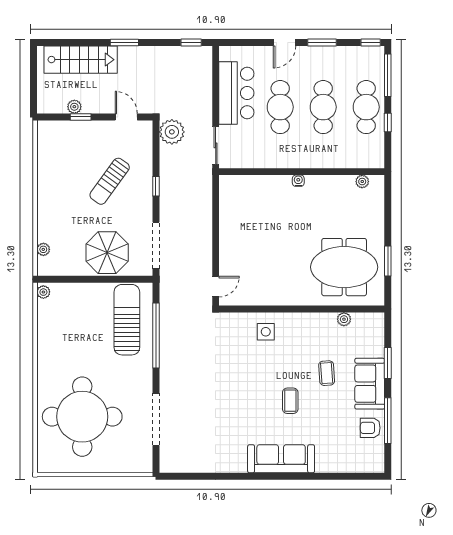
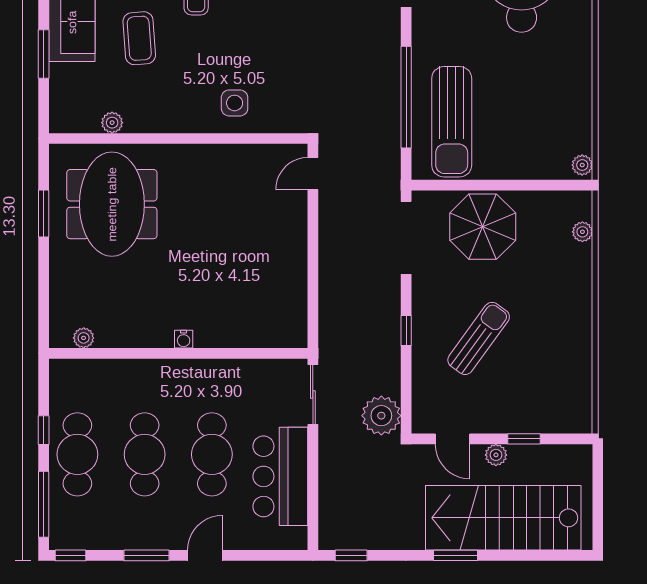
stairs: (81, 60) -> (503, 518), width x1.36, depth x1.51
plant: (74, 107) -> (496, 455), moved
meeting table: (344, 267) -> (112, 204), turned 90
coffee table: (327, 373) -> (139, 38), width x1.36, depth x1.30

